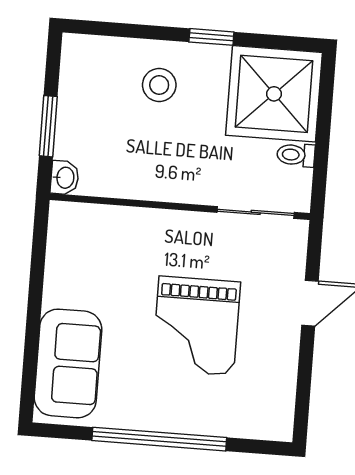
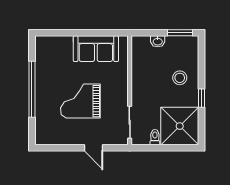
window: (48, 126) -> (180, 33), moved
washbasin: (65, 178) -> (158, 41), moved
sofa: (68, 363) -> (96, 49), moved

